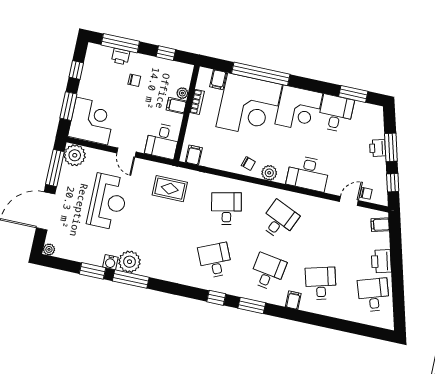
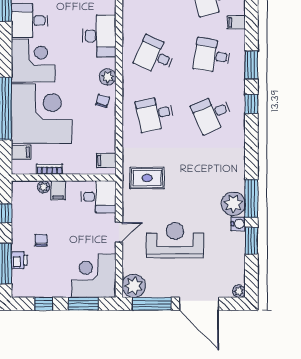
rug: (170, 189) -> (147, 178), turned 90

